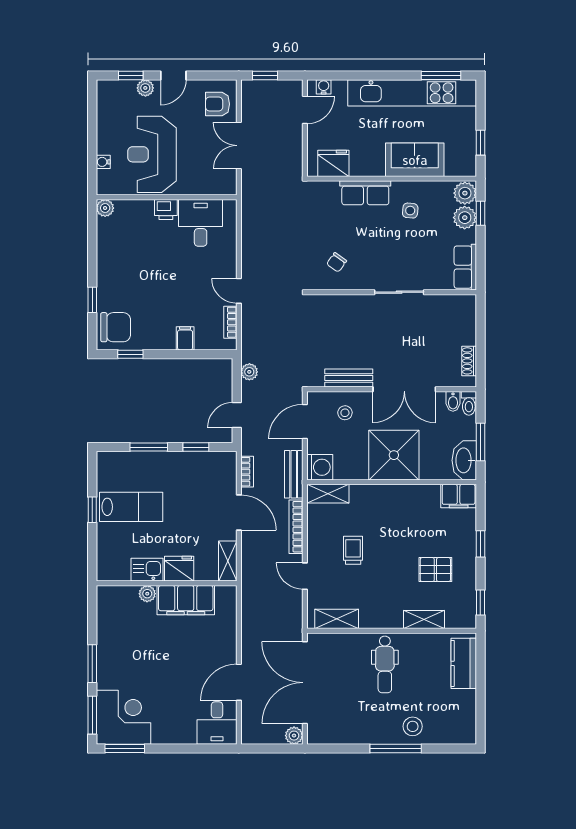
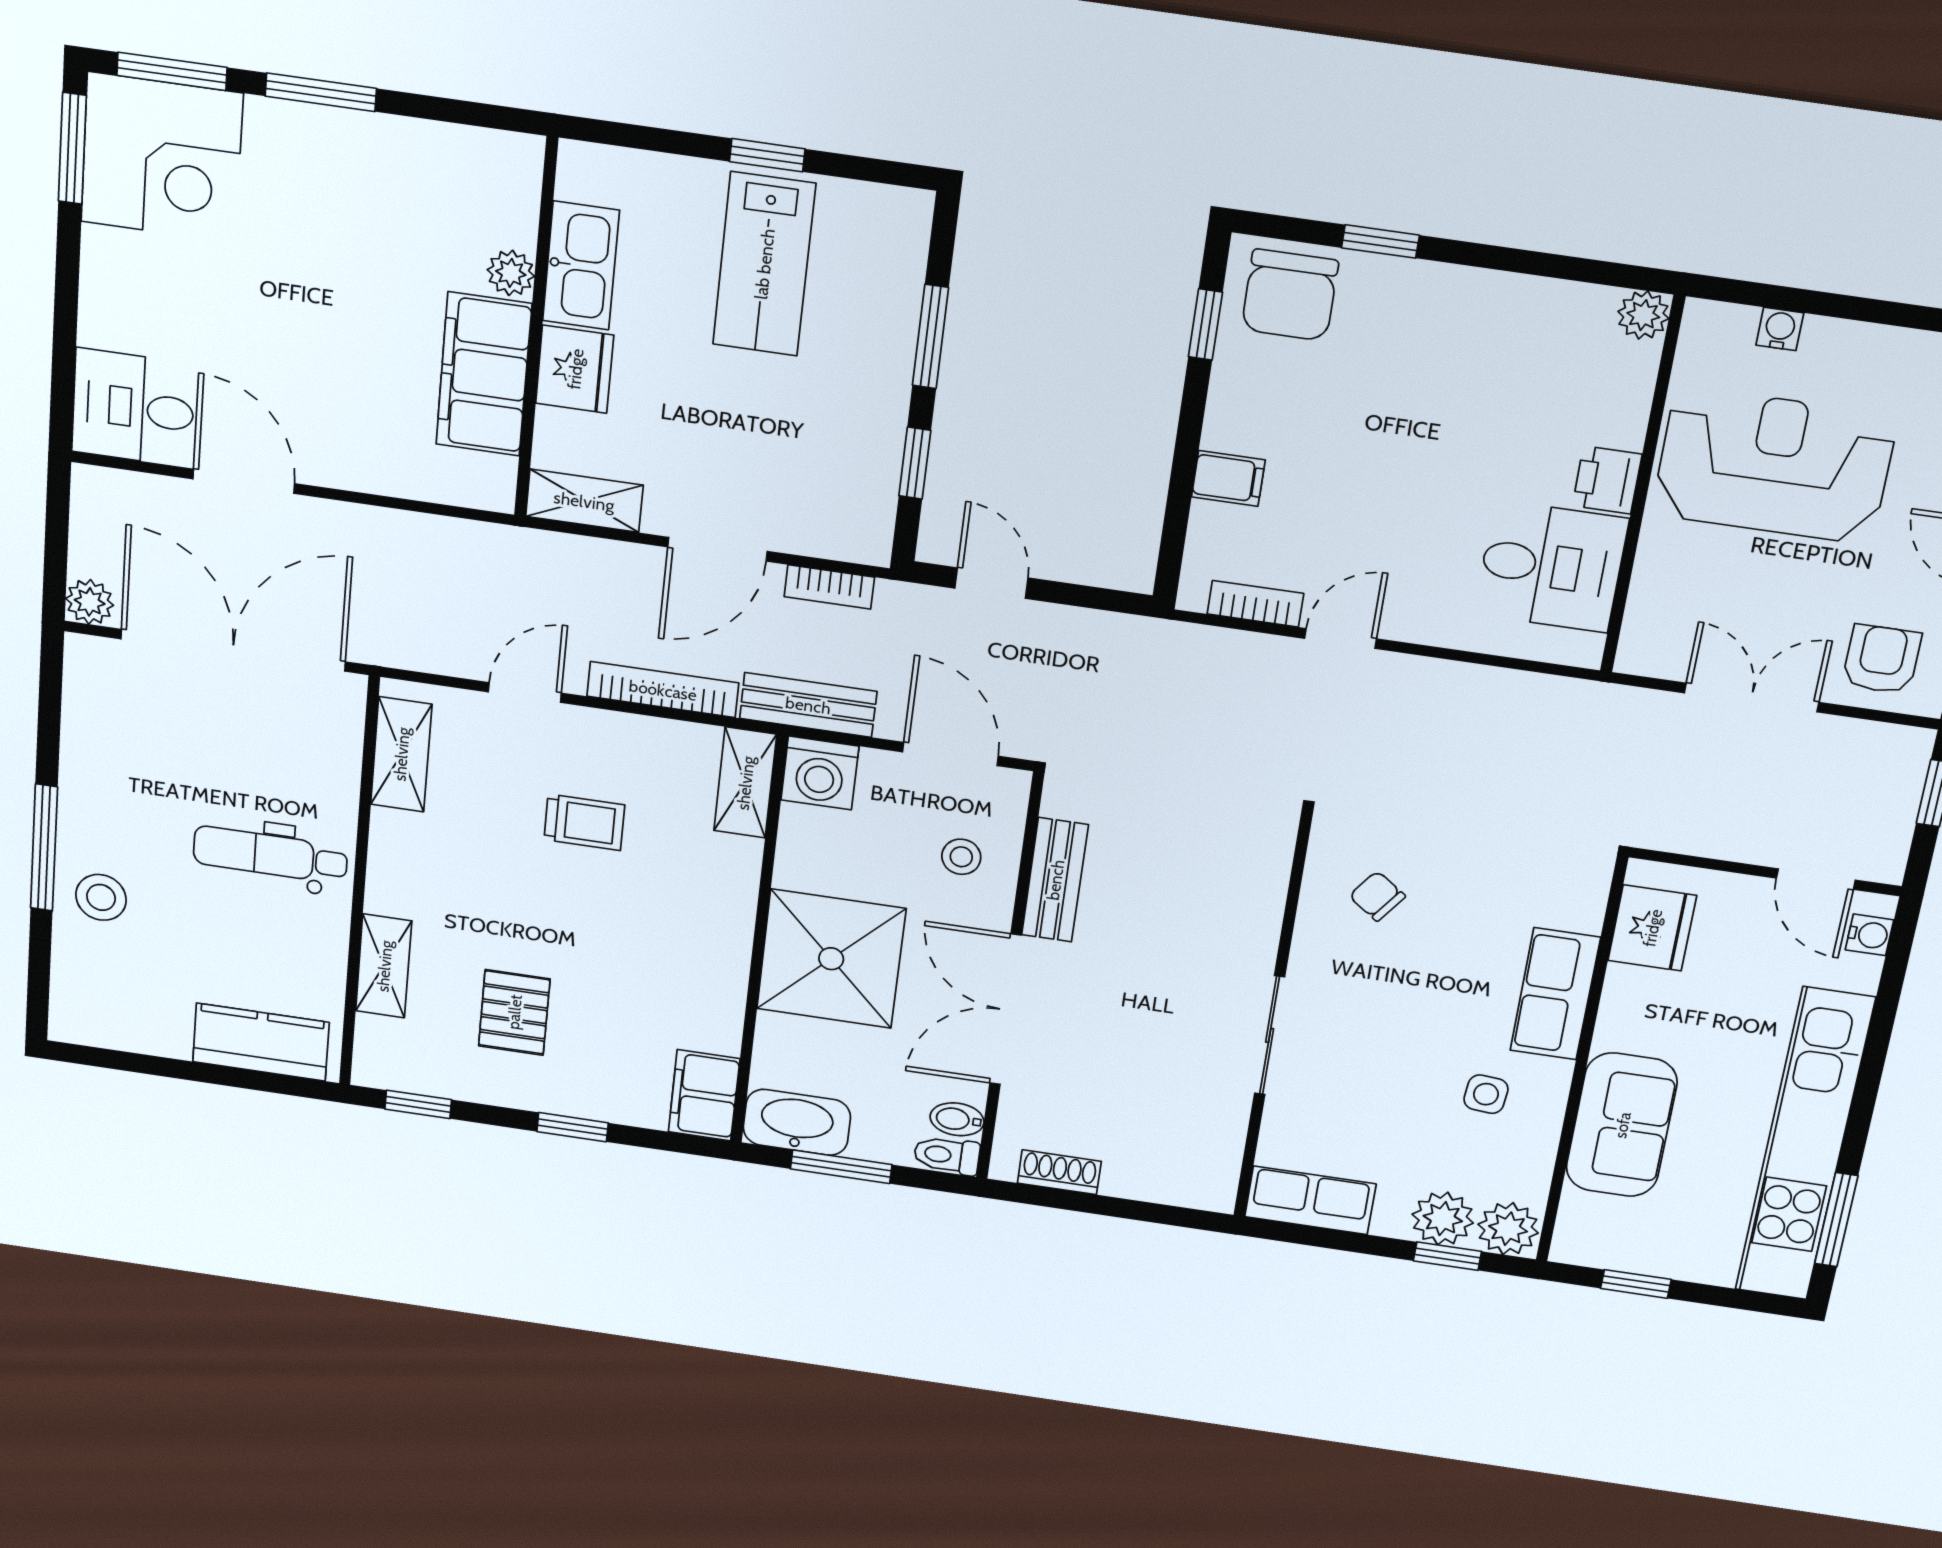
plant: (249, 372) -> (1108, 633), removed
kitchen sink: (147, 570) -> (581, 266), width x1.38

